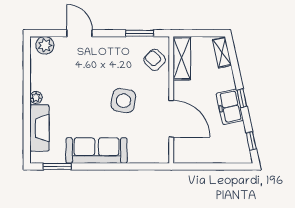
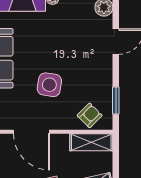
door: (171, 119) -> (32, 132), hinge flipped

